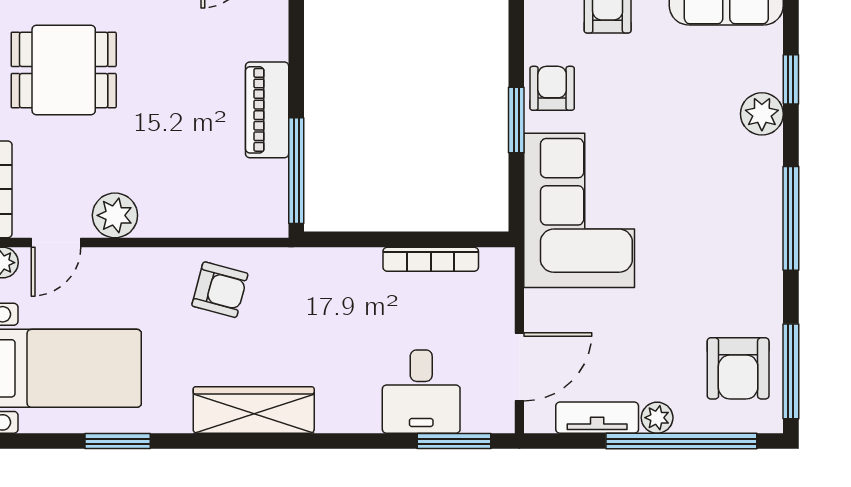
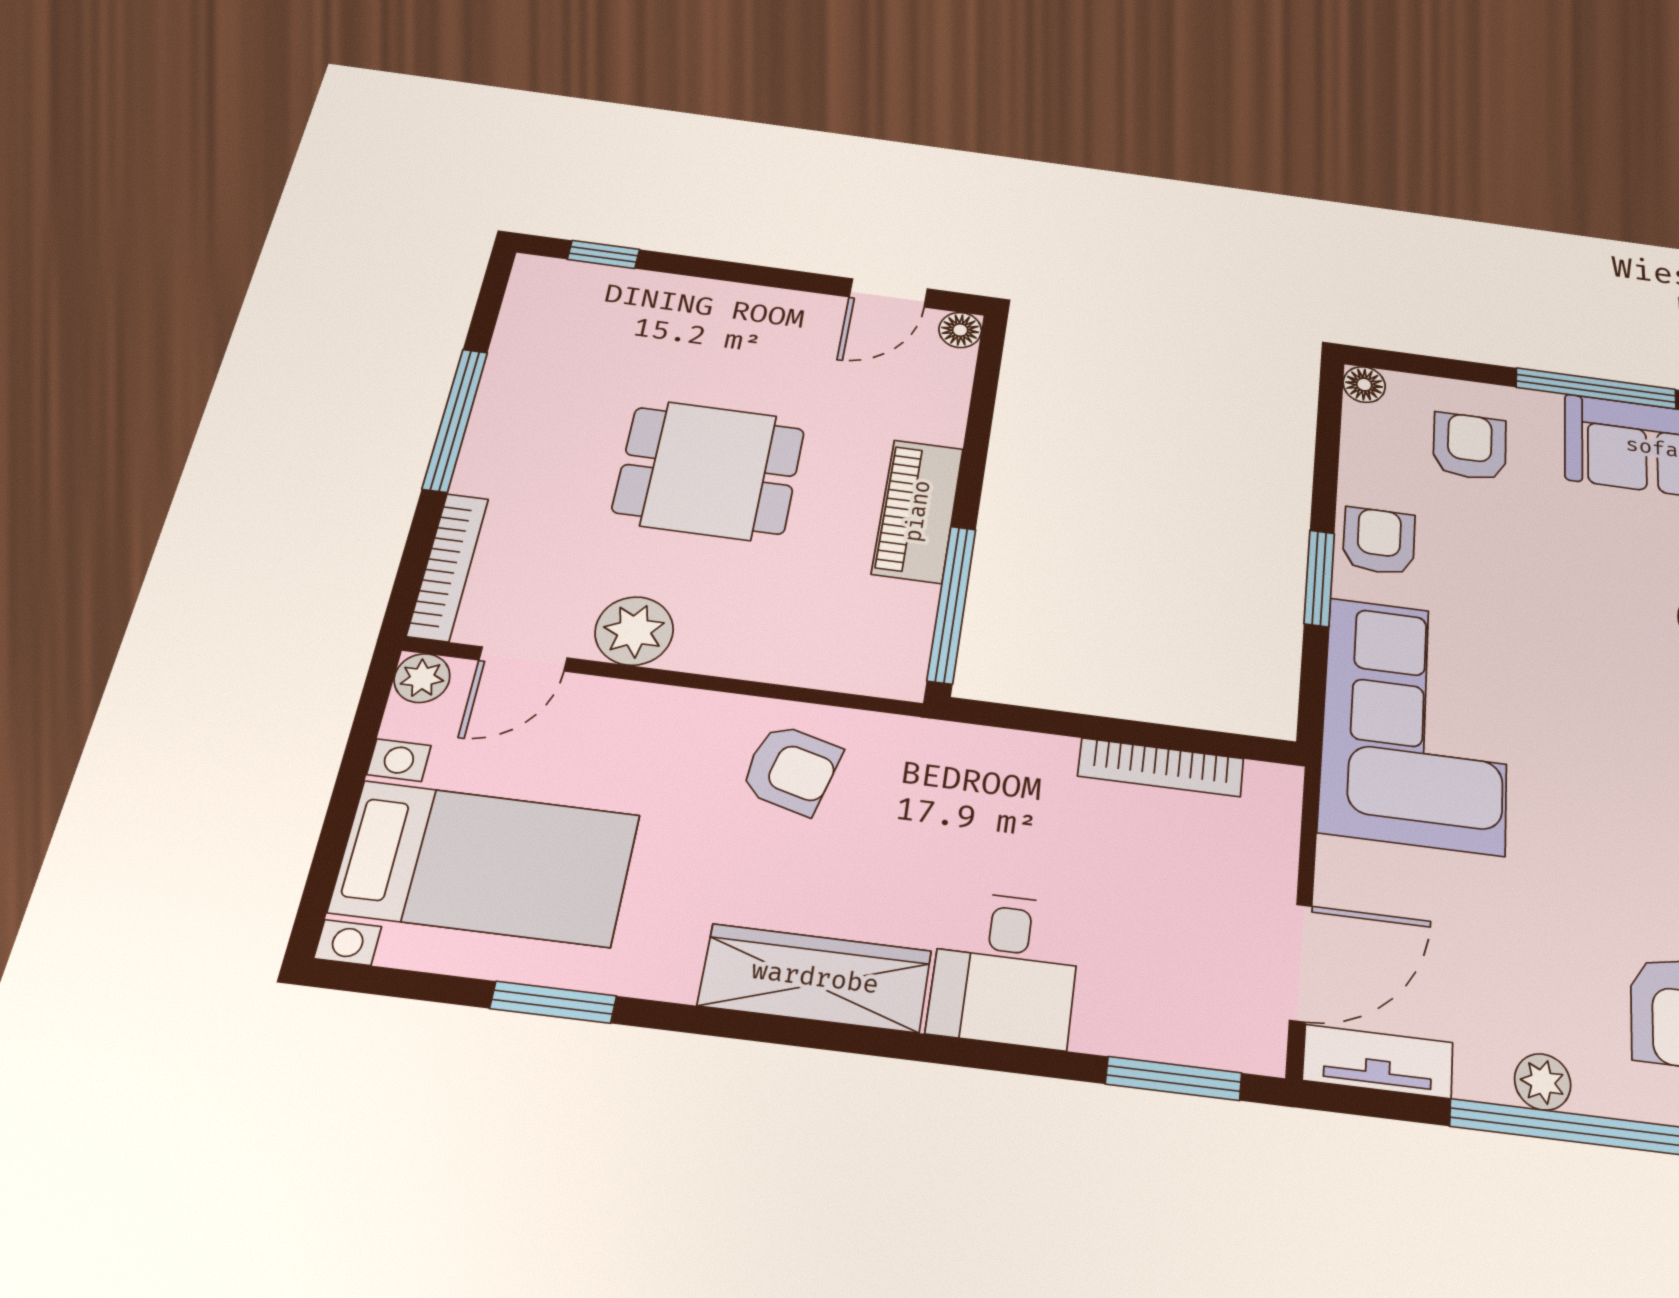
dining table: (64, 70) -> (709, 470), moved
desk: (421, 392) -> (1005, 969), moved
tv unit: (597, 418) -> (1378, 1061), moved

